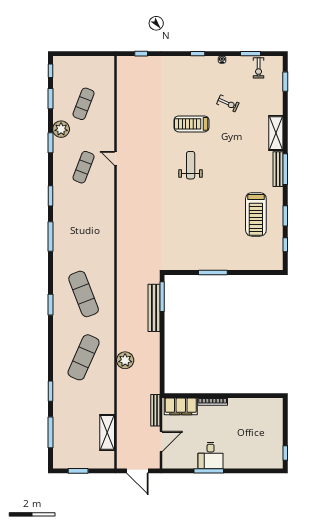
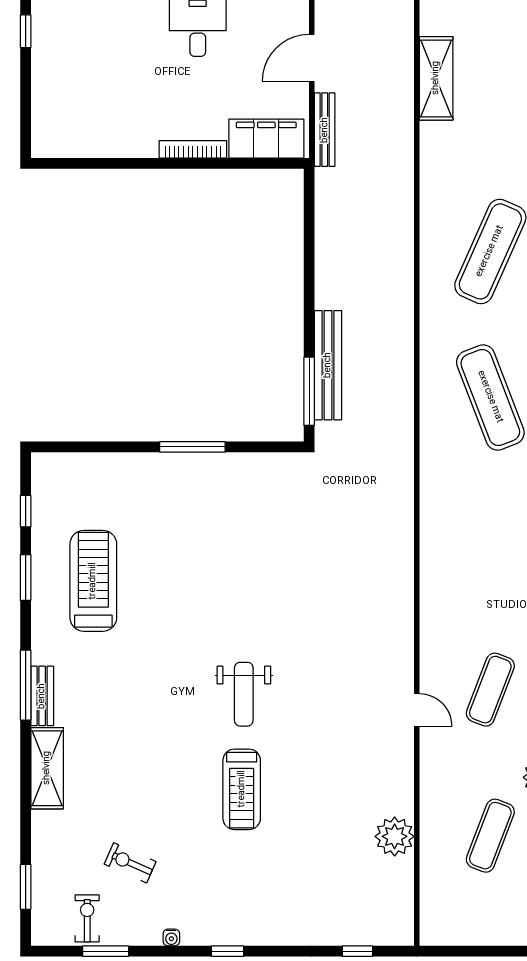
exercise bike: (228, 103) -> (130, 863), moved
treadmill: (191, 124) -> (242, 789), turned 90
bench: (278, 169) -> (42, 696), width x0.73
plant: (125, 360) -> (395, 836), moved

